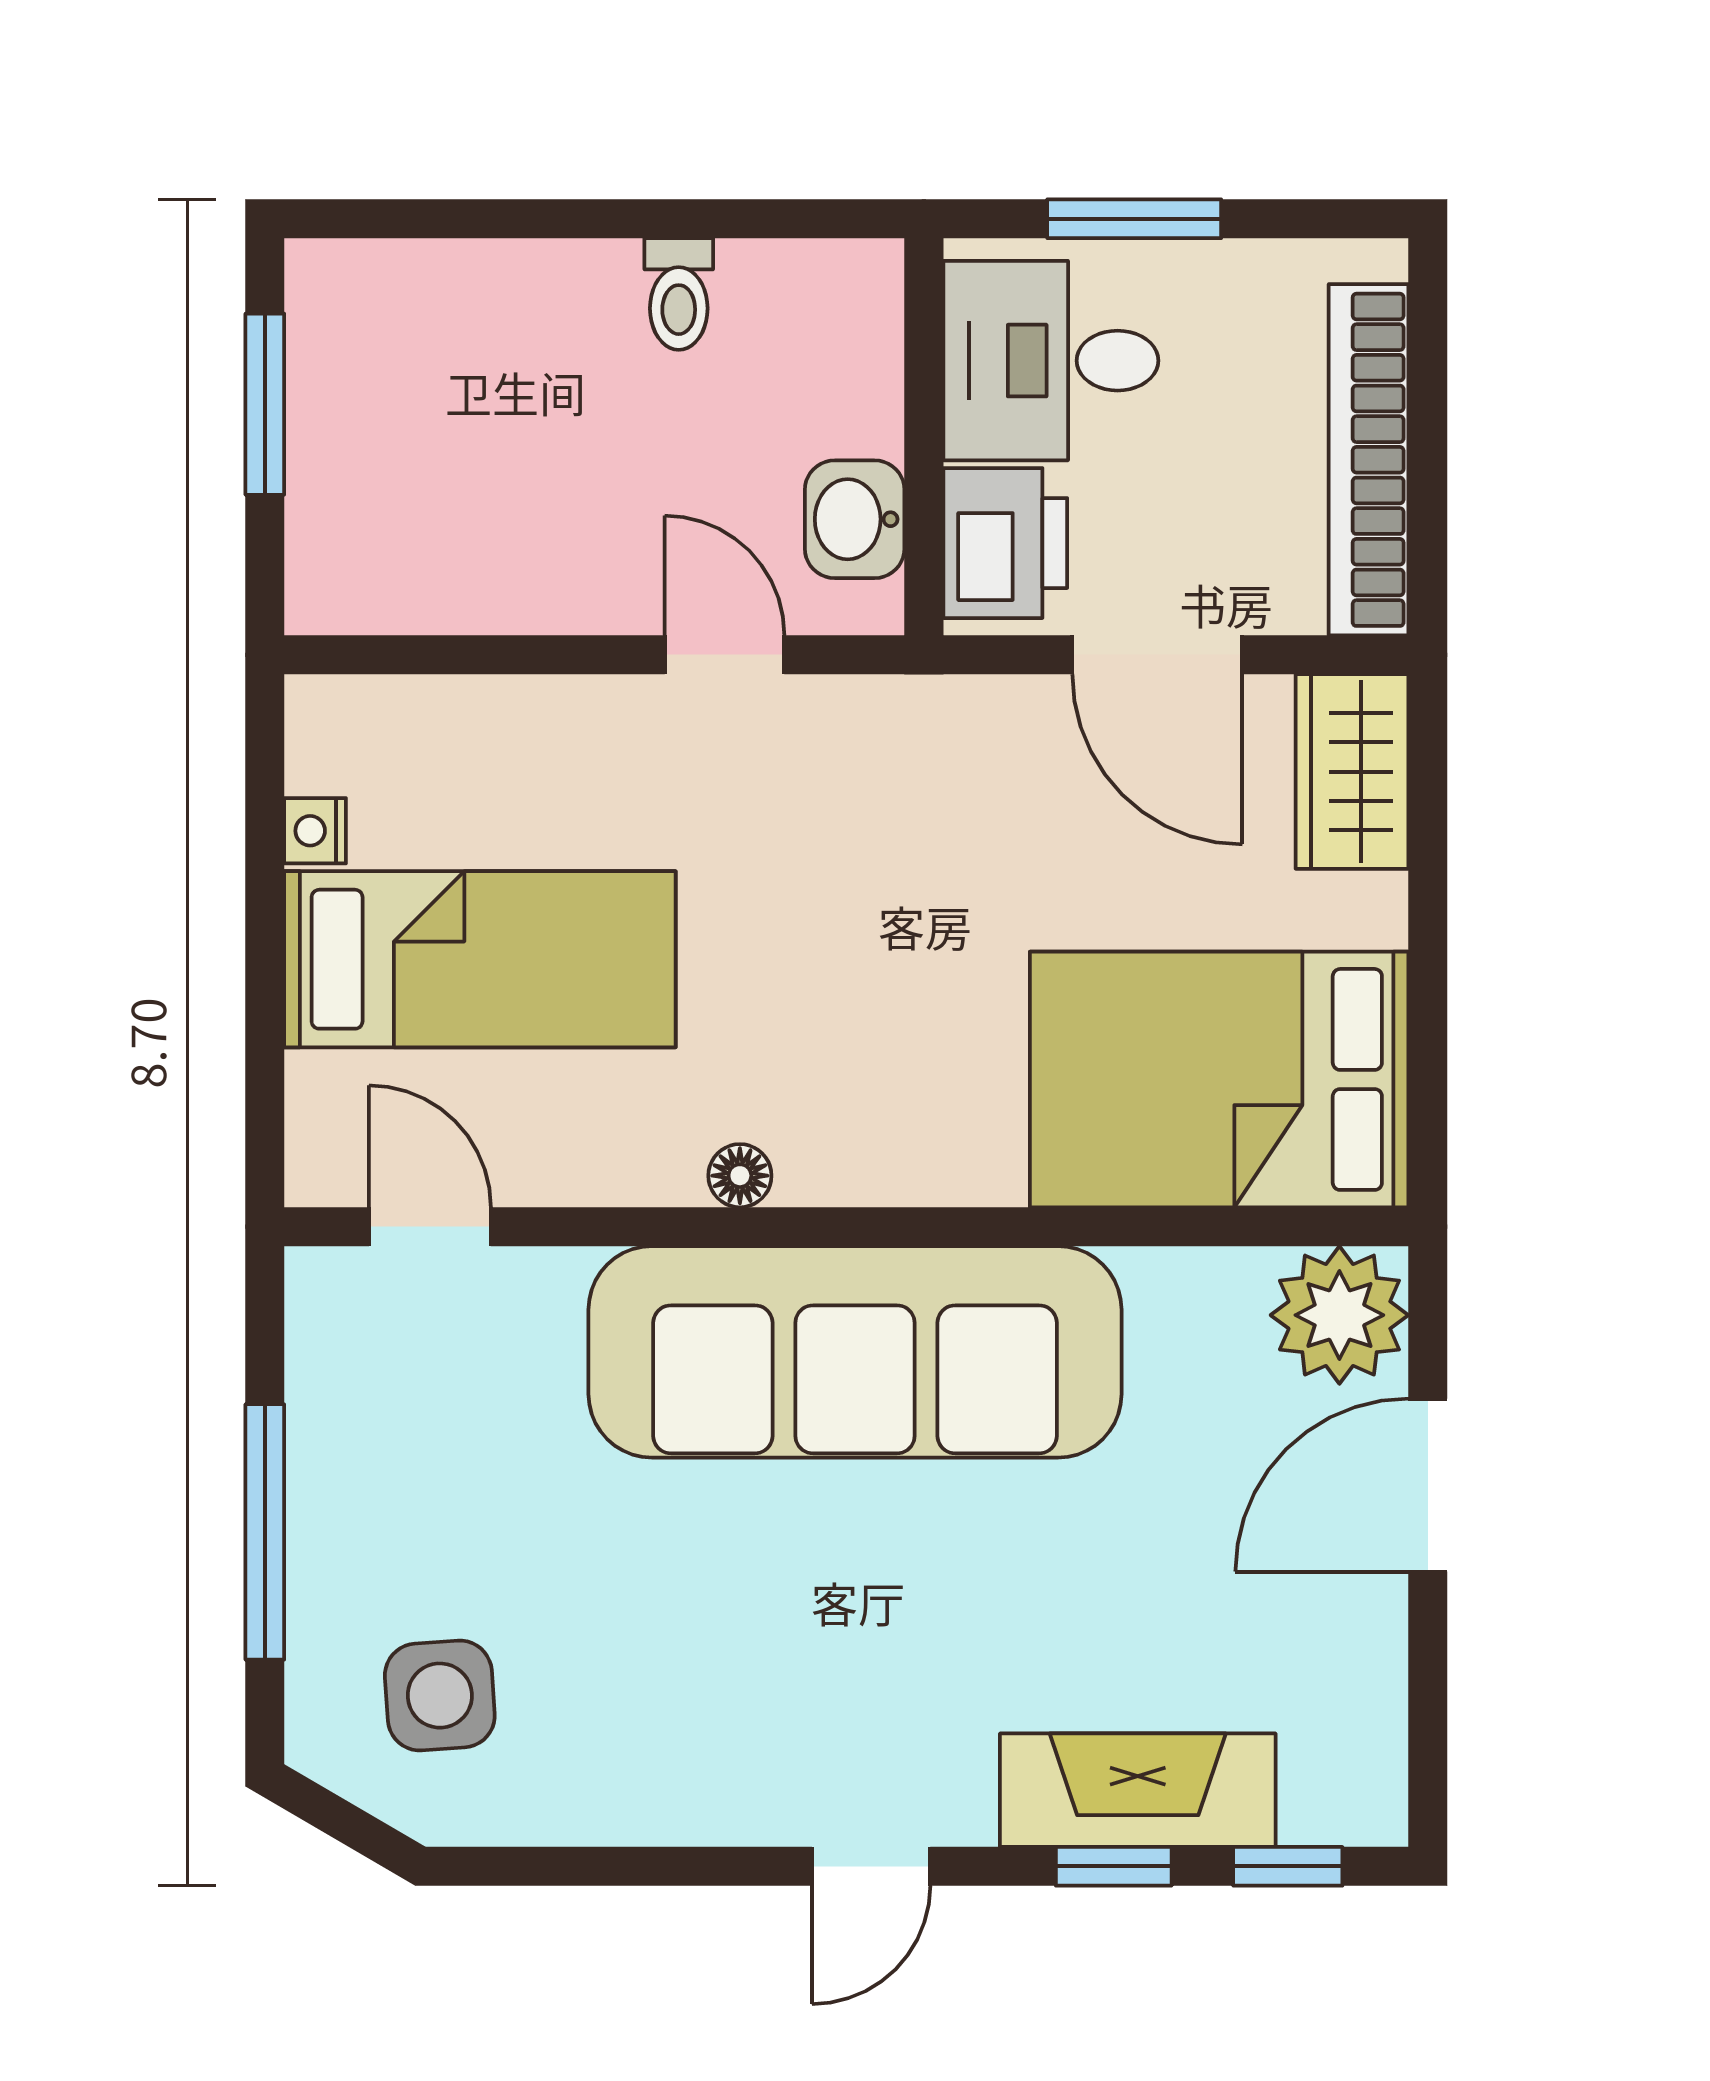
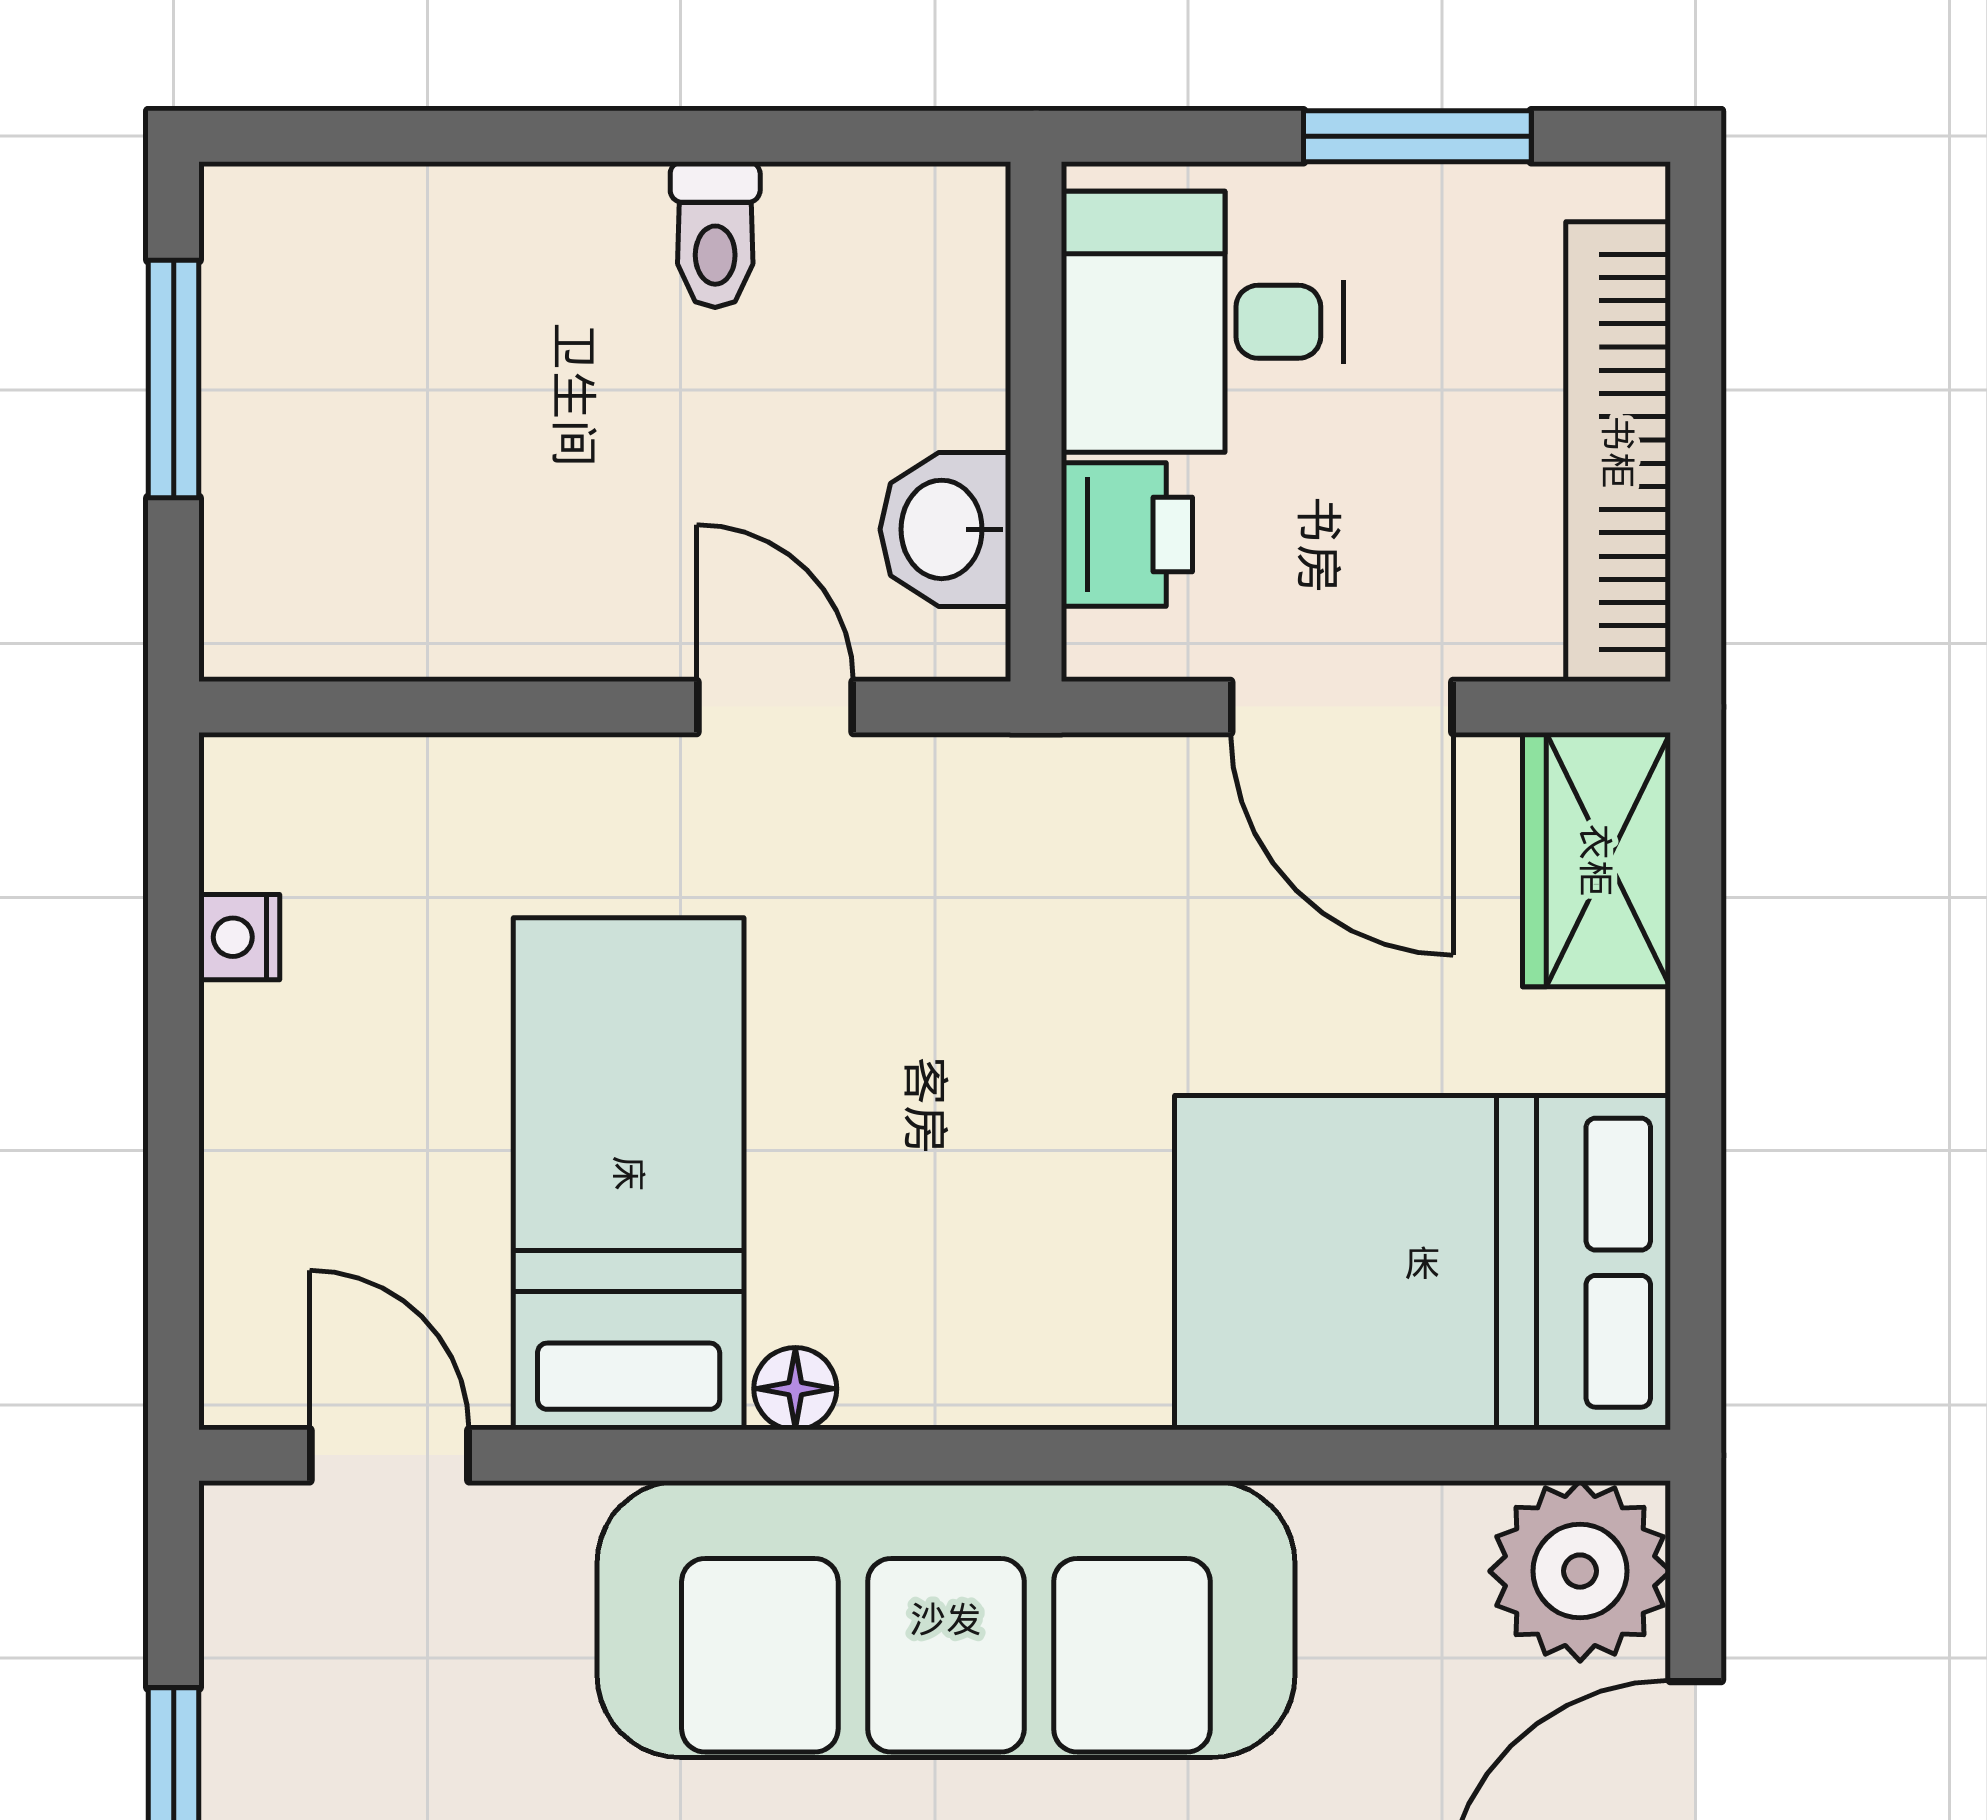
window: (1134, 219) -> (1417, 136), moved
printer: (1005, 543) -> (1127, 534), width x0.73, depth x0.81
bed: (480, 959) -> (629, 1174), moved, turned -90

